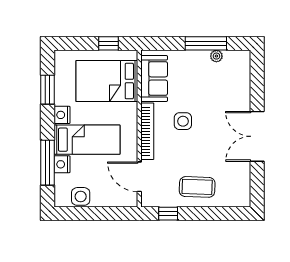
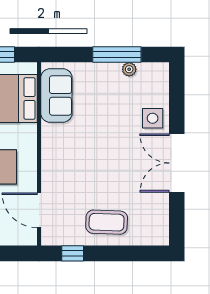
side table: (183, 121) -> (153, 118), moved
bookcase: (147, 131) -> (48, 157), removed

